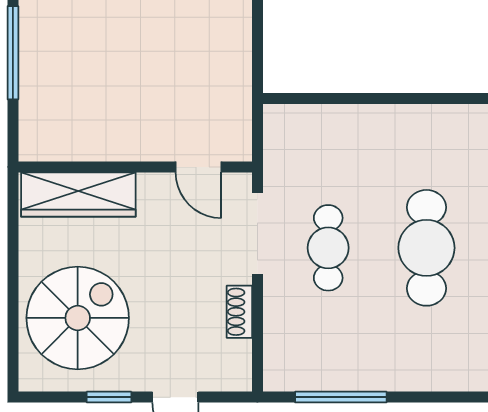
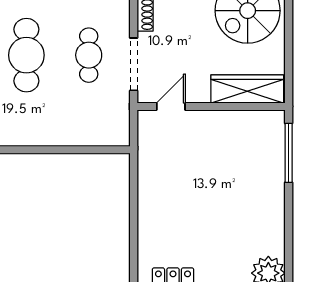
window: (13, 53) -> (289, 153), moved
door: (198, 167) -> (171, 106), hinge flipped

